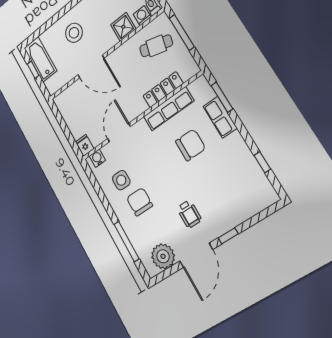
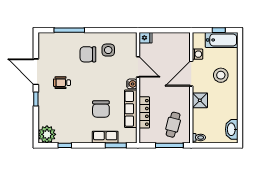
washing machine: (142, 16) -> (197, 54), moved
shower: (123, 27) -> (200, 100), moved
water cooler: (97, 158) -> (132, 84), moved
chair: (140, 202) -> (88, 54), turned 180
plant: (163, 256) -> (47, 134), moved

